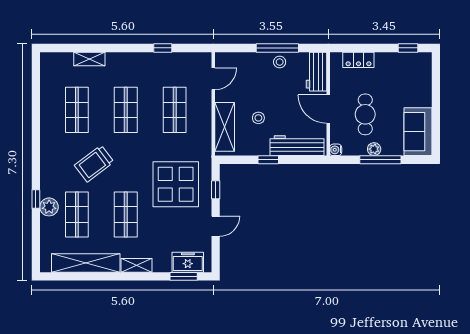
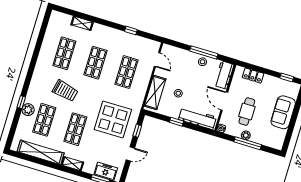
door: (213, 79) -> (157, 60), hinge flipped
sofa: (418, 132) -> (283, 112), moved
trolley: (94, 164) -> (65, 91), turned -131

